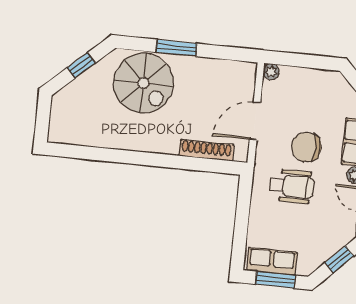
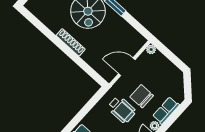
shoe rack: (206, 150) -> (71, 42), moved

